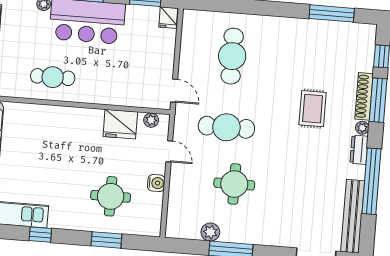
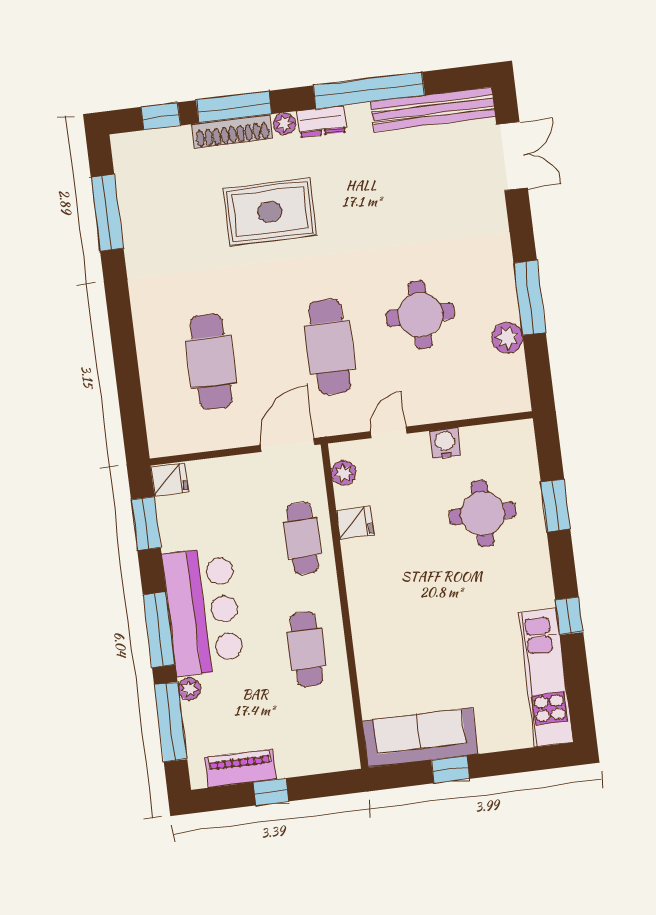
cafe table: (232, 56) -> (211, 362), turned 90
cafe table: (118, 88) -> (302, 538), added
door: (174, 91) -> (288, 445), width x1.37
rug: (313, 109) -> (270, 212), width x1.36, depth x1.43
fridge: (120, 124) -> (355, 523), width x0.53, depth x0.75

